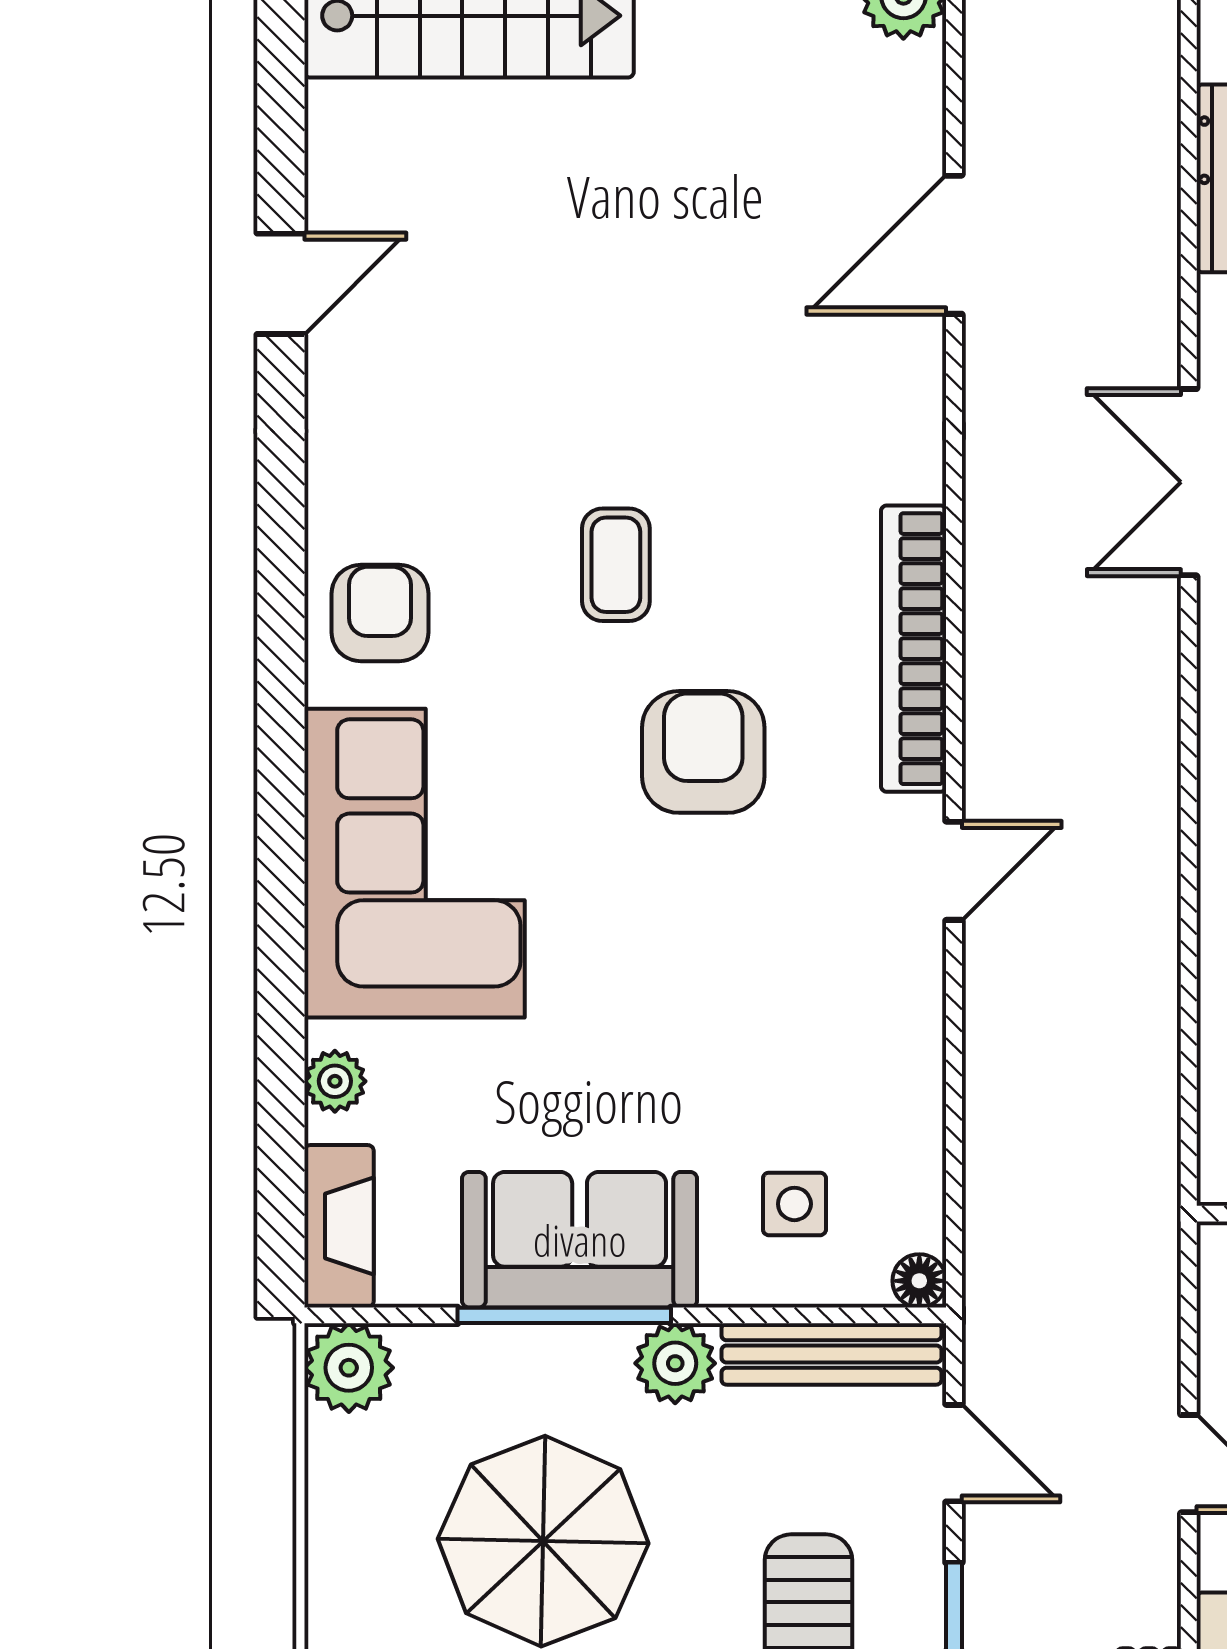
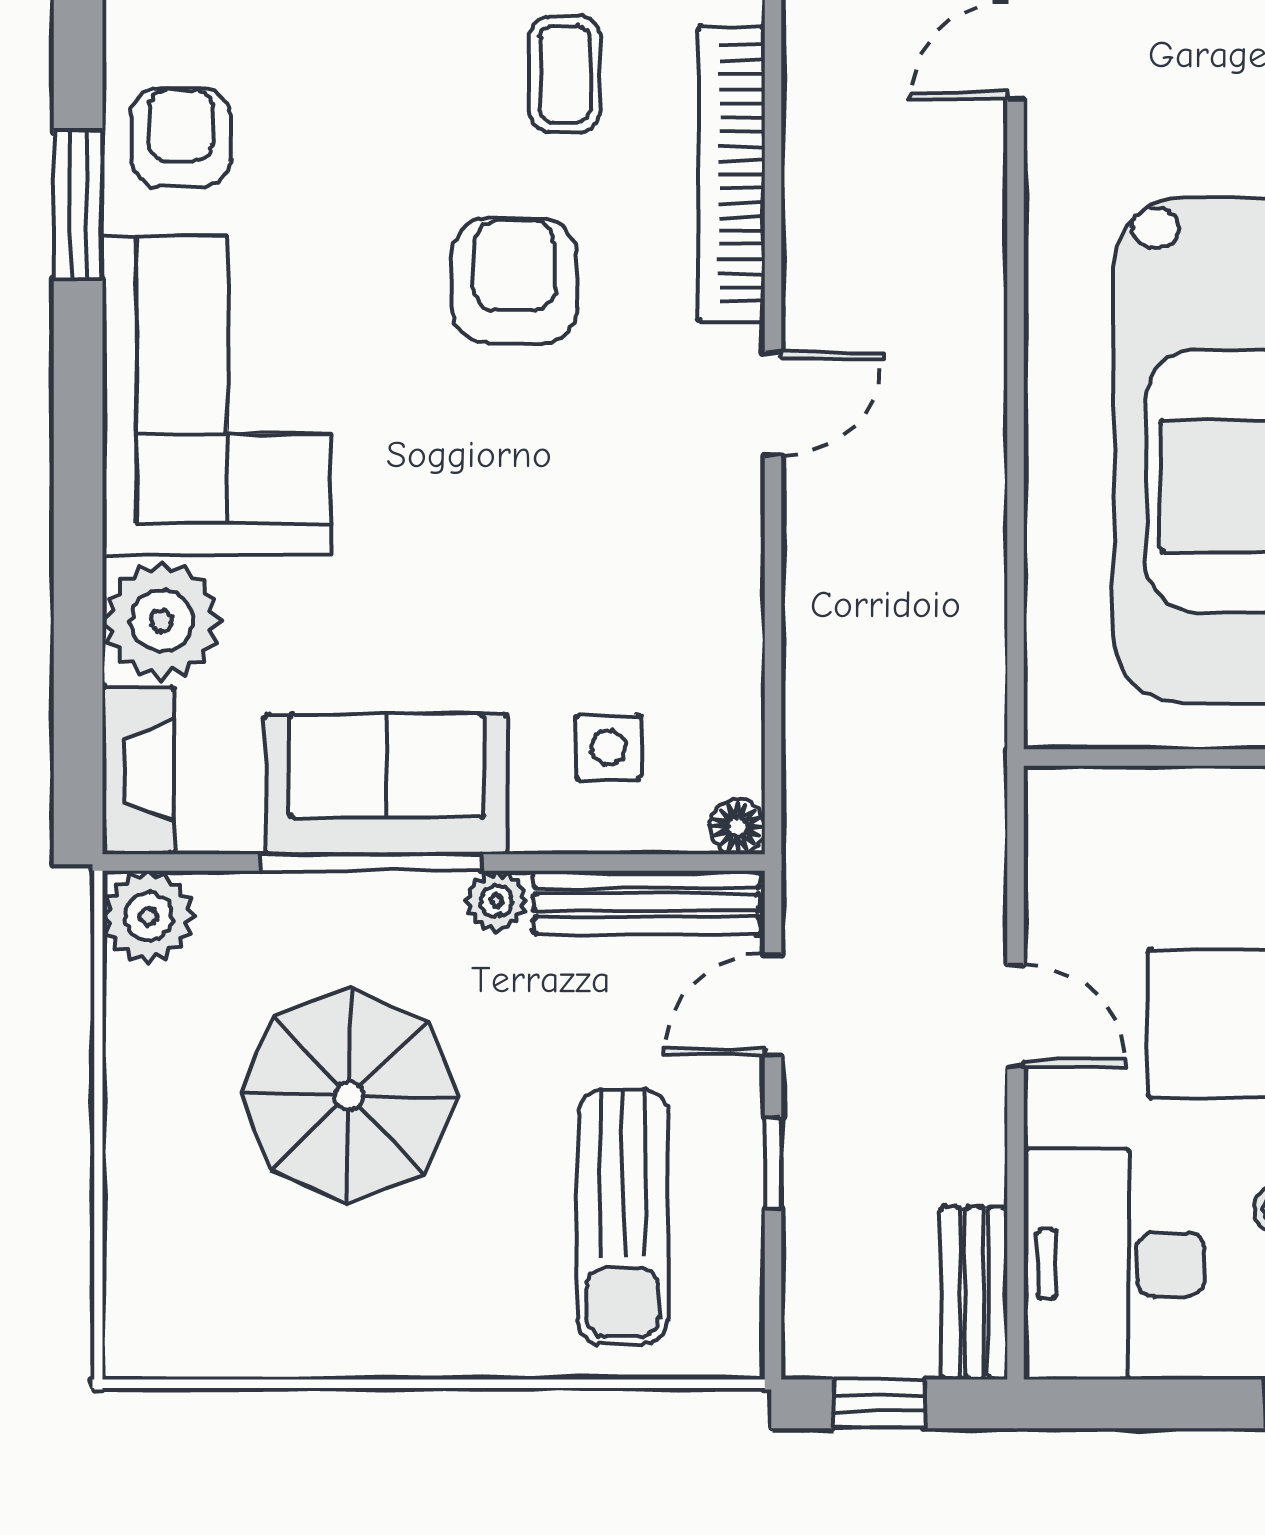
coffee table: (616, 565) -> (565, 74), moved
window: (281, 678) -> (78, 205), added
plant: (335, 1081) -> (162, 621), width x1.87, depth x1.87
plant: (675, 1363) -> (497, 901), width x0.73, depth x0.73
door: (954, 1453) -> (773, 1005), swing flipped

